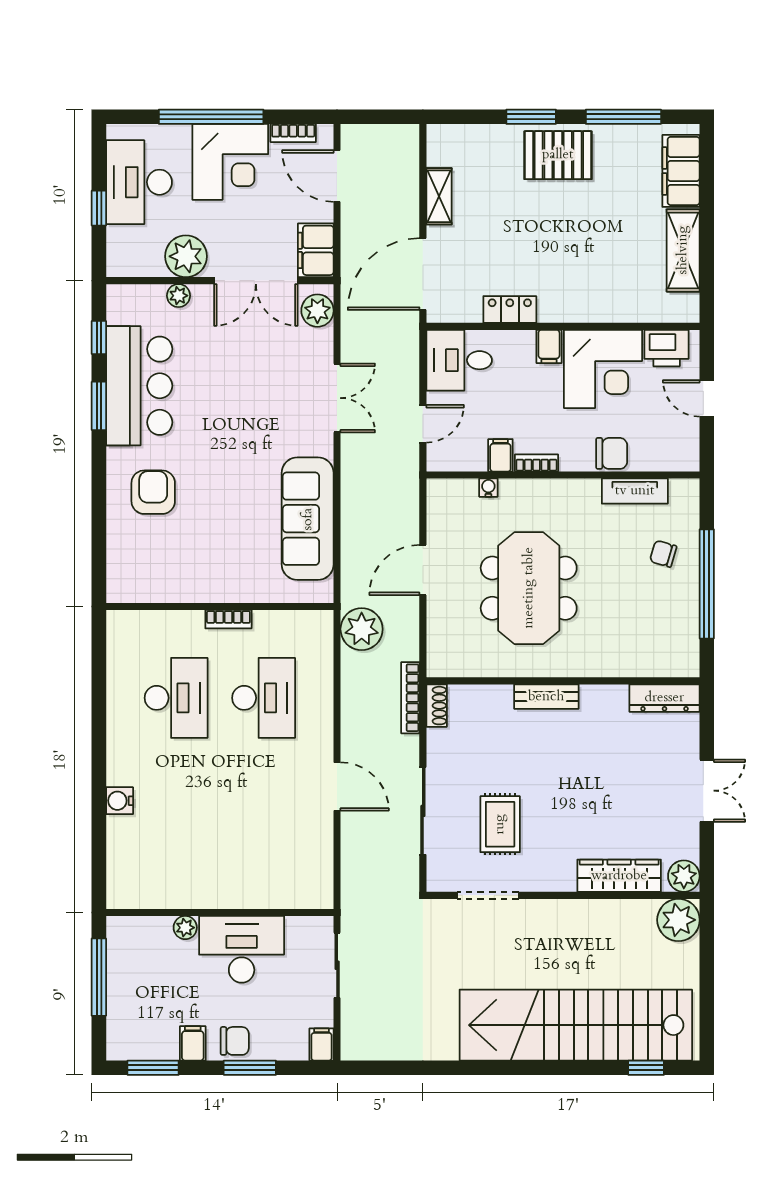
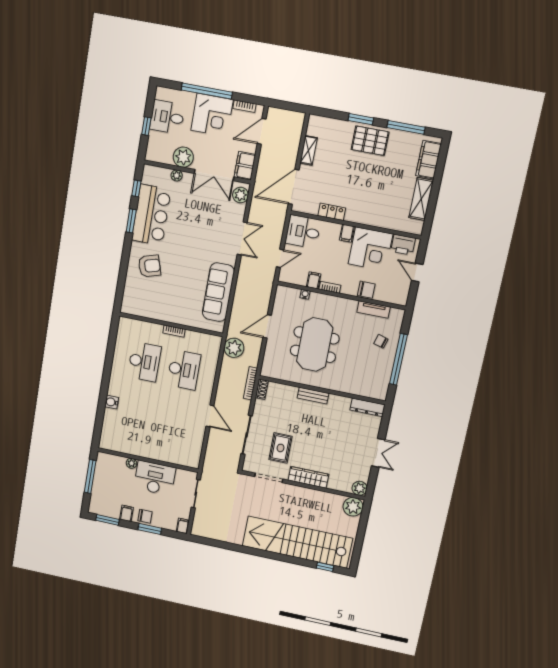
door: (337, 176) -> (262, 131), hinge flipped
desk: (139, 182) -> (167, 117), width x0.73
armchair: (153, 492) -> (149, 266), turned 73
wardrobe: (619, 876) -> (308, 477), moved

